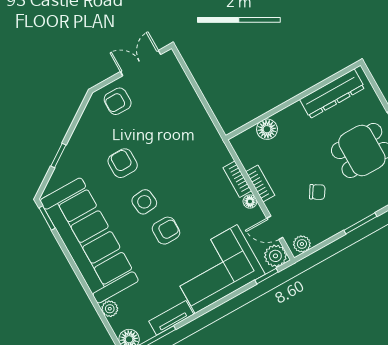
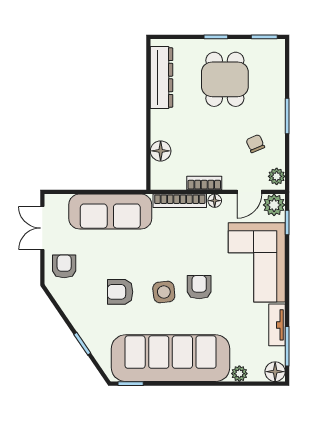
armchair: (118, 101) -> (64, 266), turned 180
sofa: (189, 115) -> (110, 212), added
bookcase: (237, 179) -> (180, 201), width x1.56
chair: (317, 192) -> (255, 144), moved, turned -55

